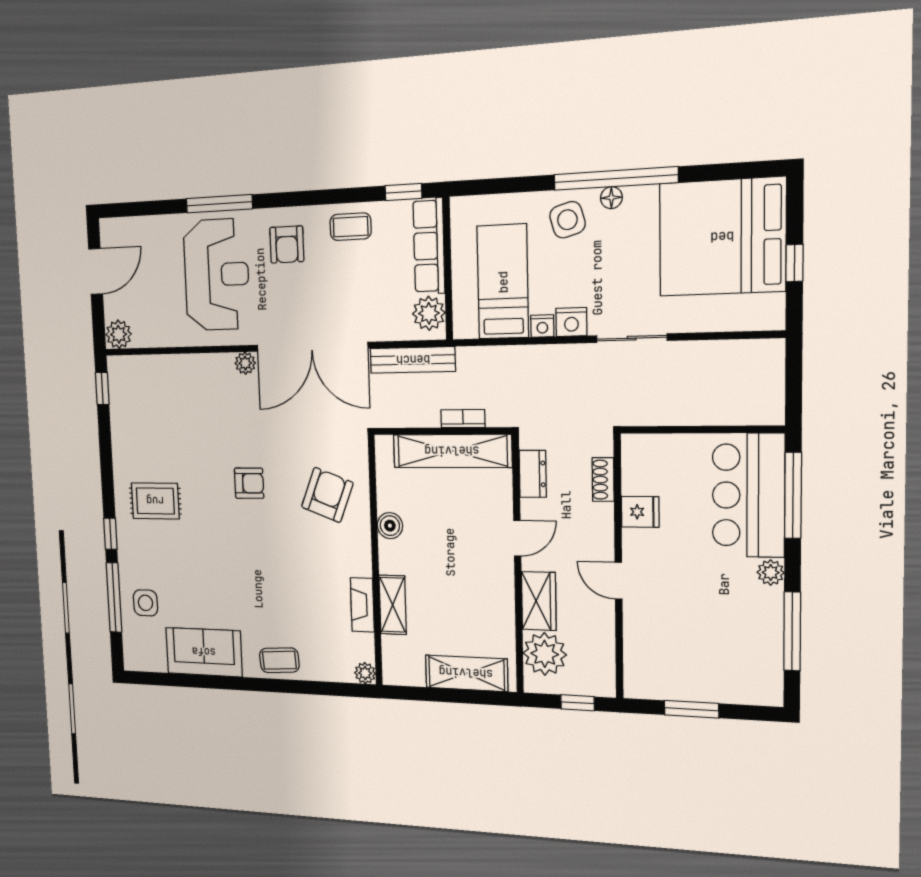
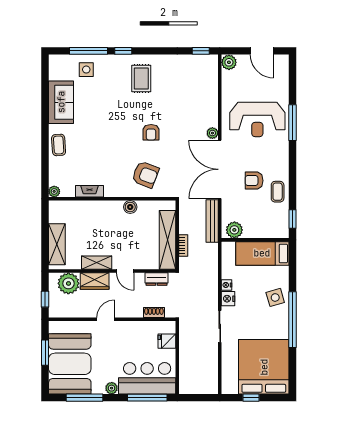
floor lamp: (611, 198) -> (284, 318), removed
armchair: (287, 244) -> (254, 181), moved
row of seats: (429, 246) -> (266, 231), removed
bed: (503, 282) -> (262, 253), moved, turned 180
fridge: (640, 512) -> (167, 341), moved, turned 90
shelving: (393, 605) -> (97, 263), moved
booth: (716, 659) -> (70, 364), added

